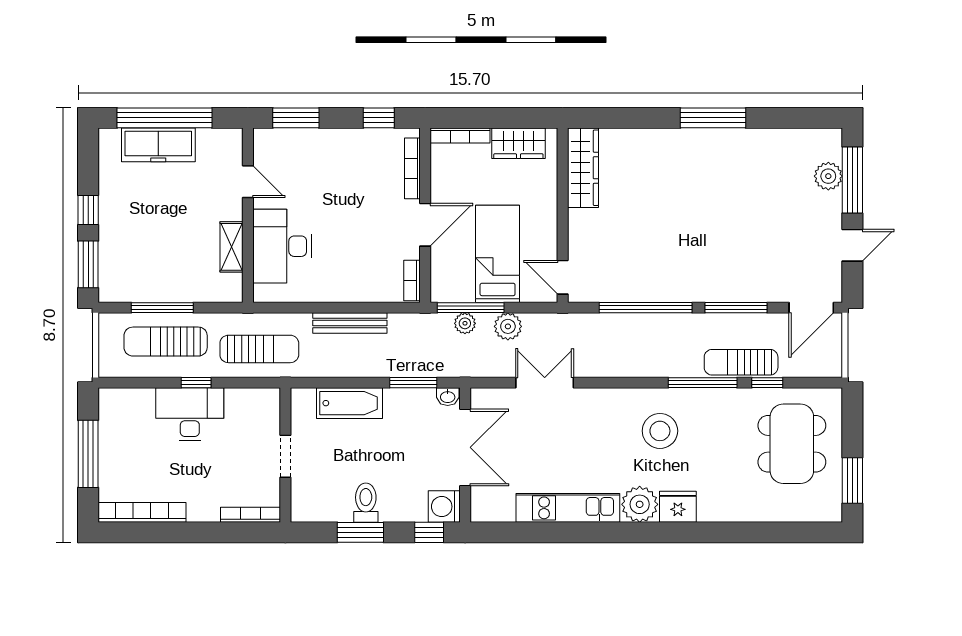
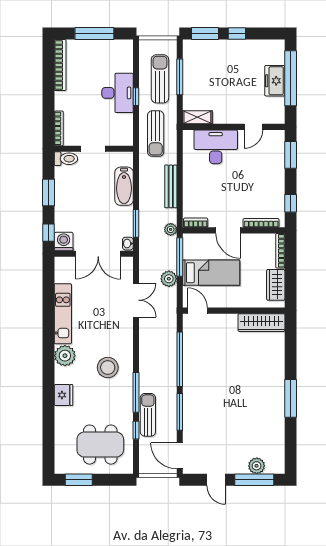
freezer: (158, 145) -> (275, 81), width x0.71
shelving: (231, 247) -> (197, 117), moved
door: (563, 277) -> (197, 311), hinge flipped
plant: (465, 323) -> (171, 229), moved
toilet: (366, 503) -> (66, 159), moved
fridge: (678, 507) -> (63, 395), moved

